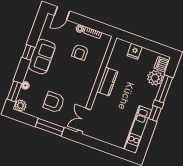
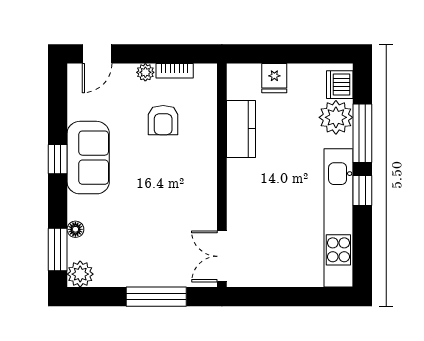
kitchen counter: (107, 82) -> (241, 129), moved
armchair: (54, 102) -> (146, 242), removed
kitchen unit: (138, 130) -> (338, 218), width x1.36

